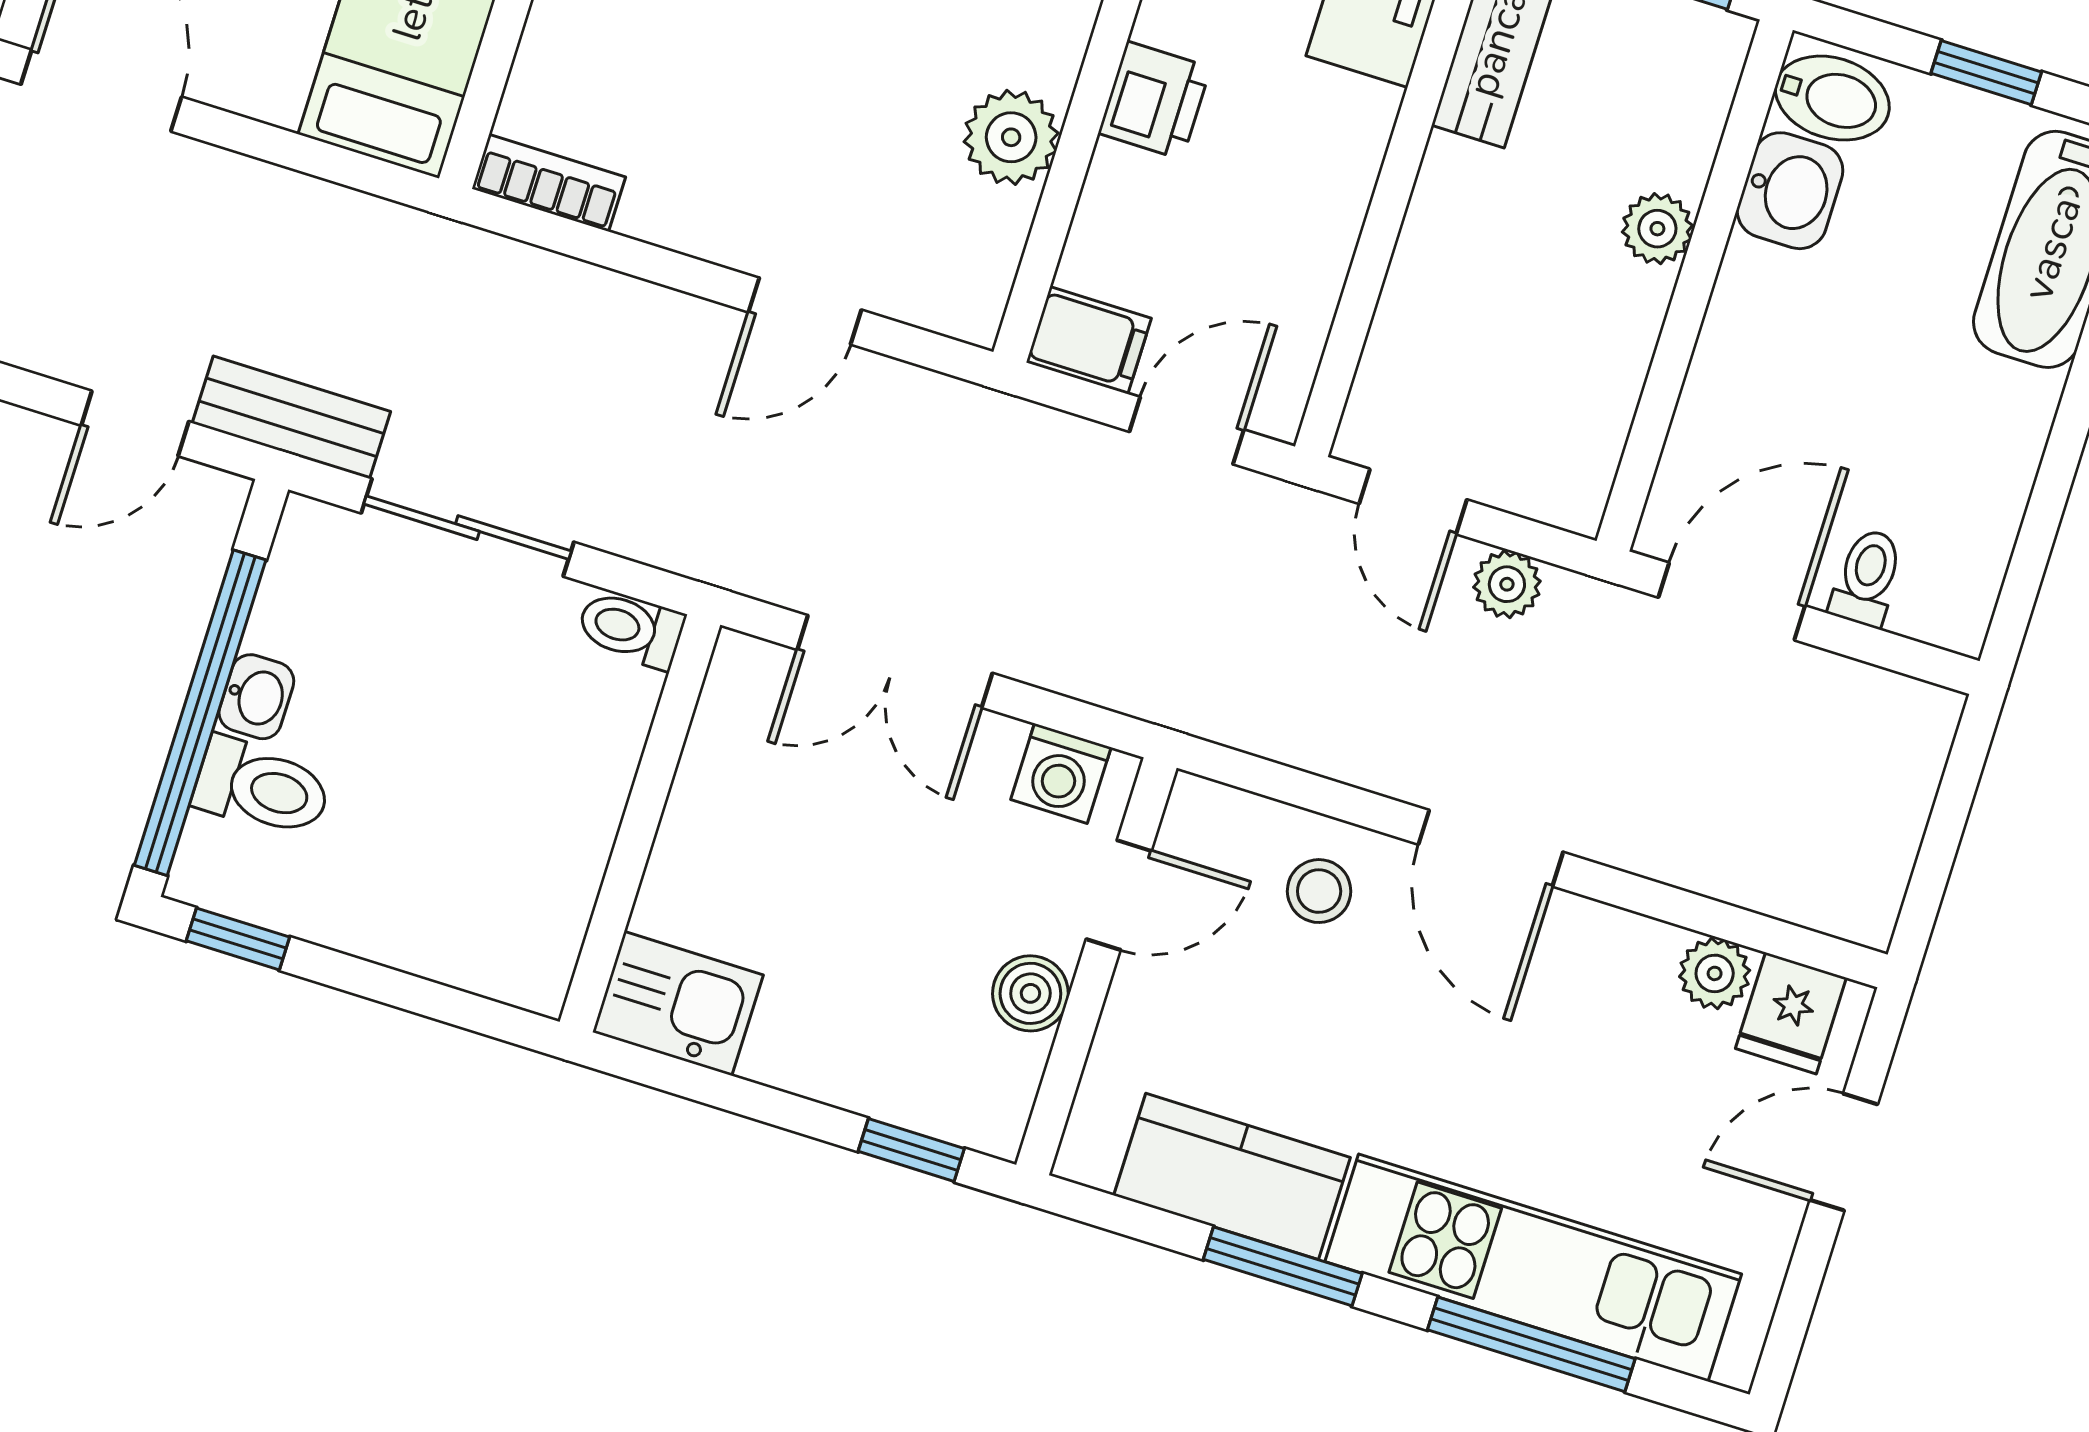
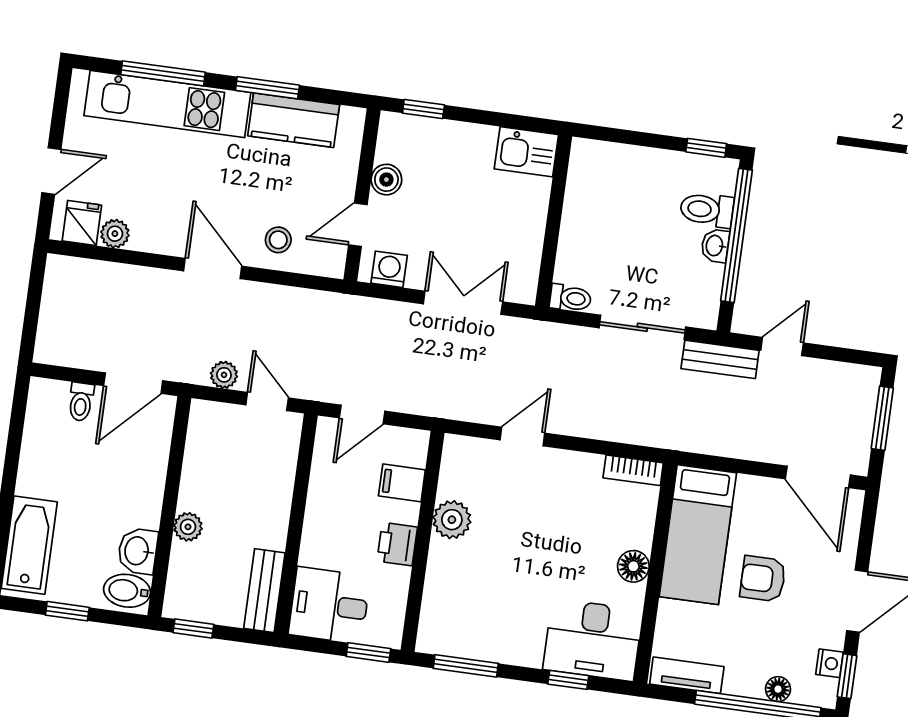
filing cabinet: (1089, 340) -> (402, 483), moved

